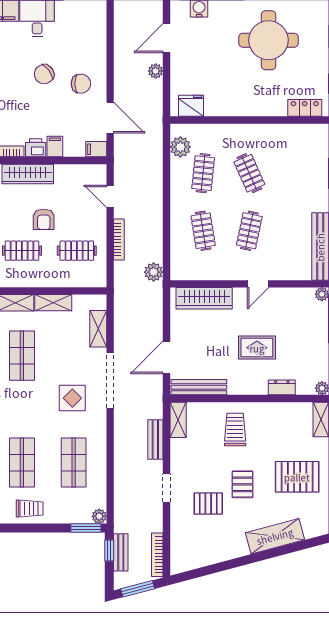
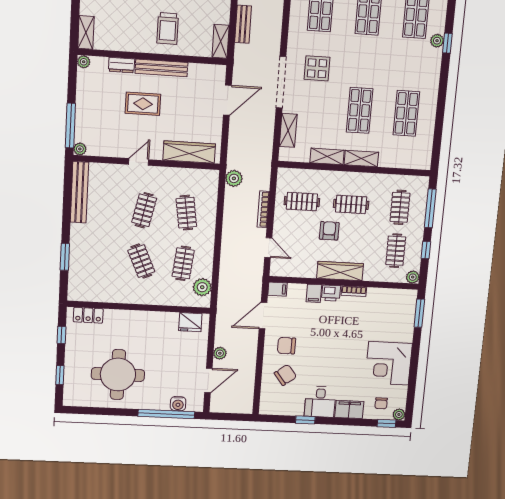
chair: (44, 74) -> (285, 375), moved
door: (110, 118) -> (263, 316), hinge flipped
bench: (199, 387) -> (161, 68), moved

